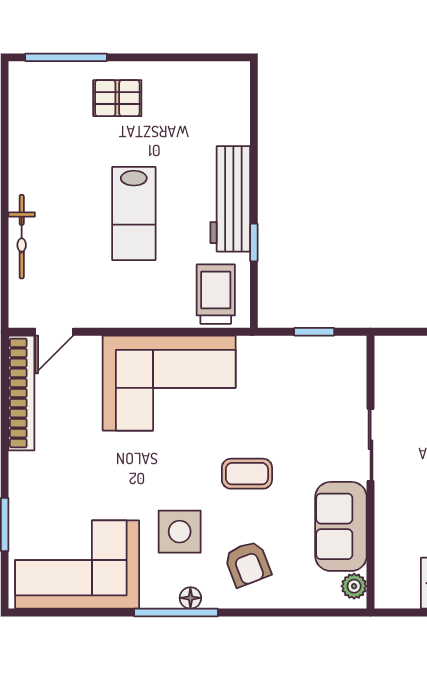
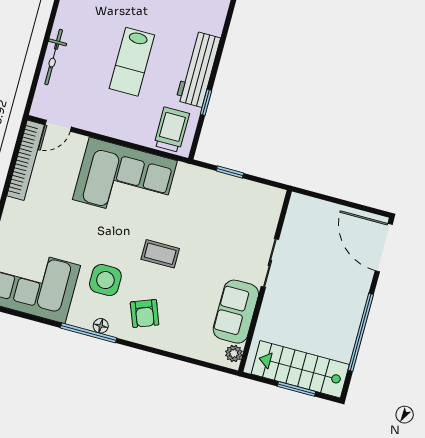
sliding door: (371, 445) -> (270, 263), moved
wall: (371, 472) -> (265, 281), moved
sofa: (341, 526) -> (236, 312), moved
plant: (354, 586) -> (234, 353), moved

